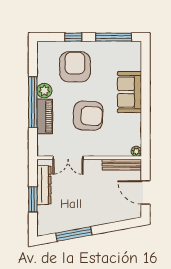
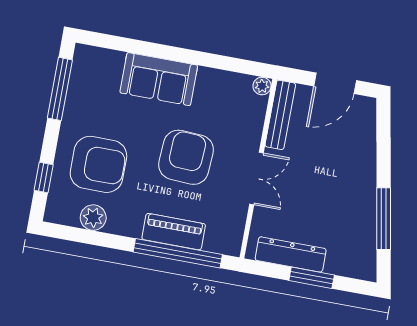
window: (73, 37) -> (44, 178), moved
armchair: (75, 67) -> (98, 164), turned 180
plant: (44, 91) -> (93, 218), moved
window: (33, 102) -> (178, 253), moved
double door: (68, 158) -> (256, 179), moved

